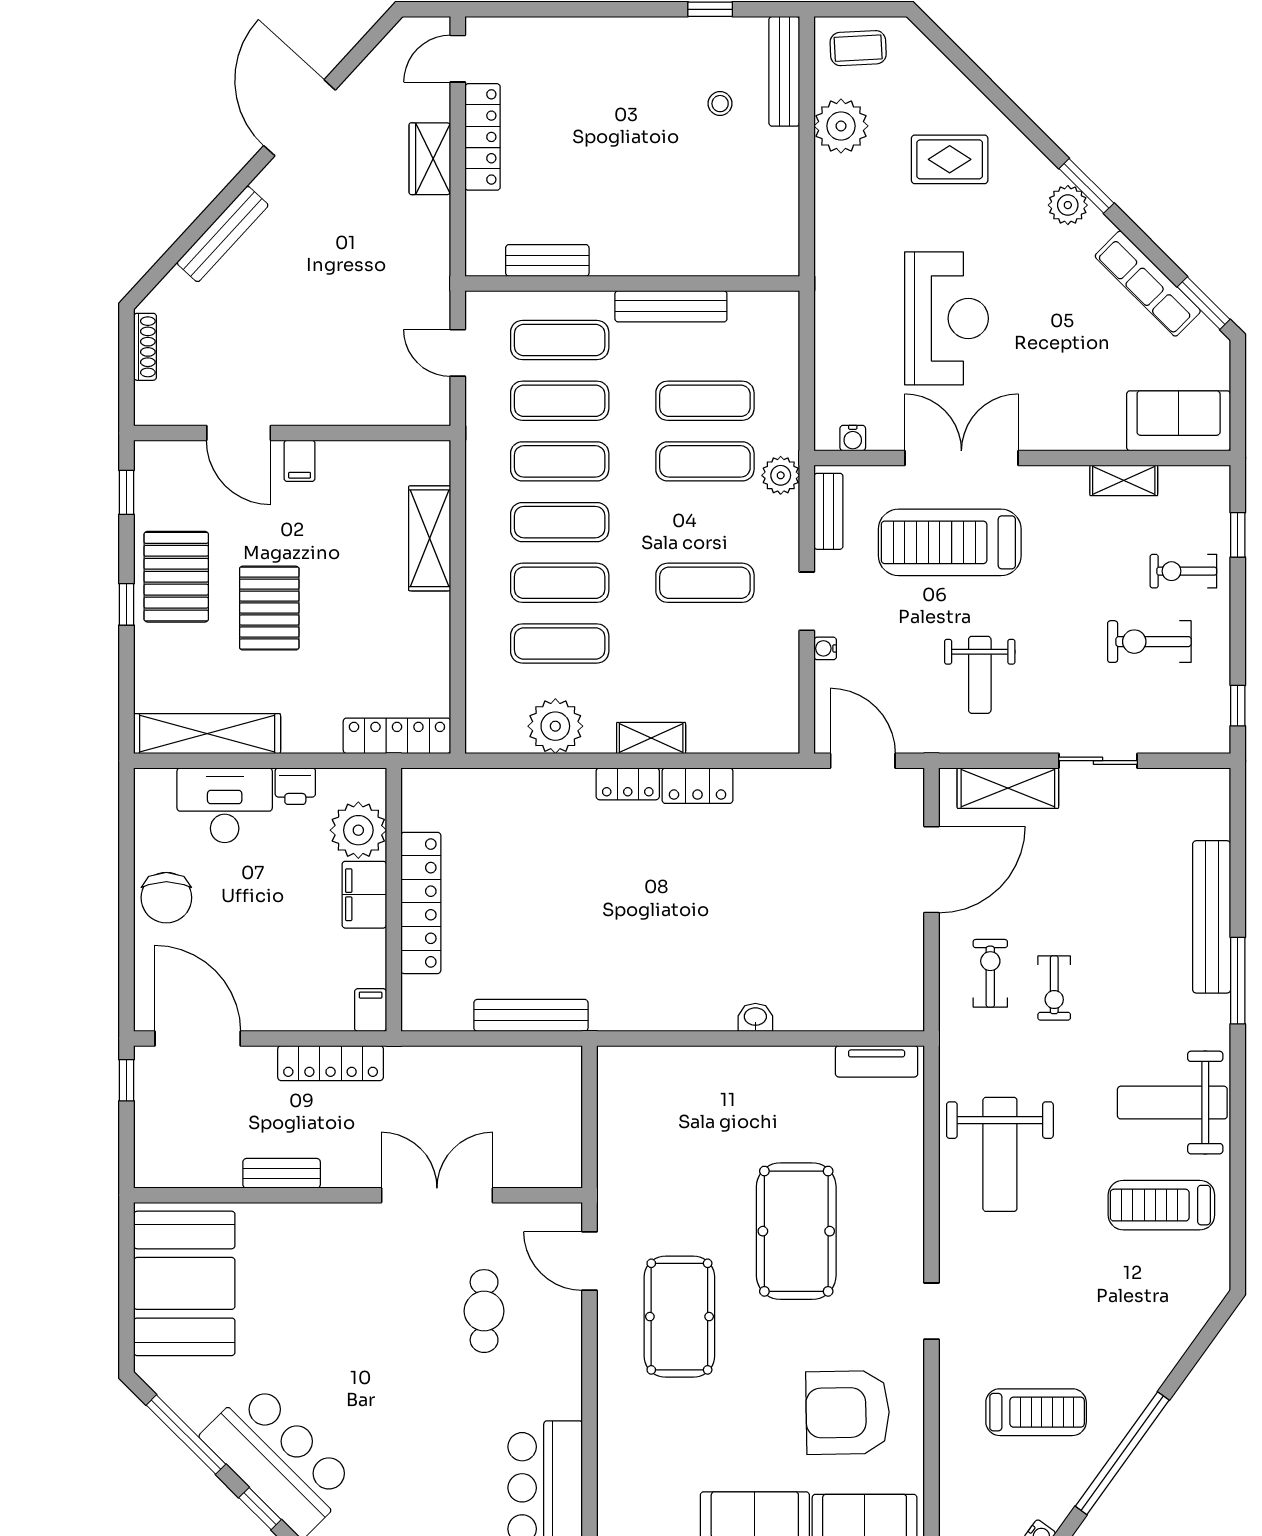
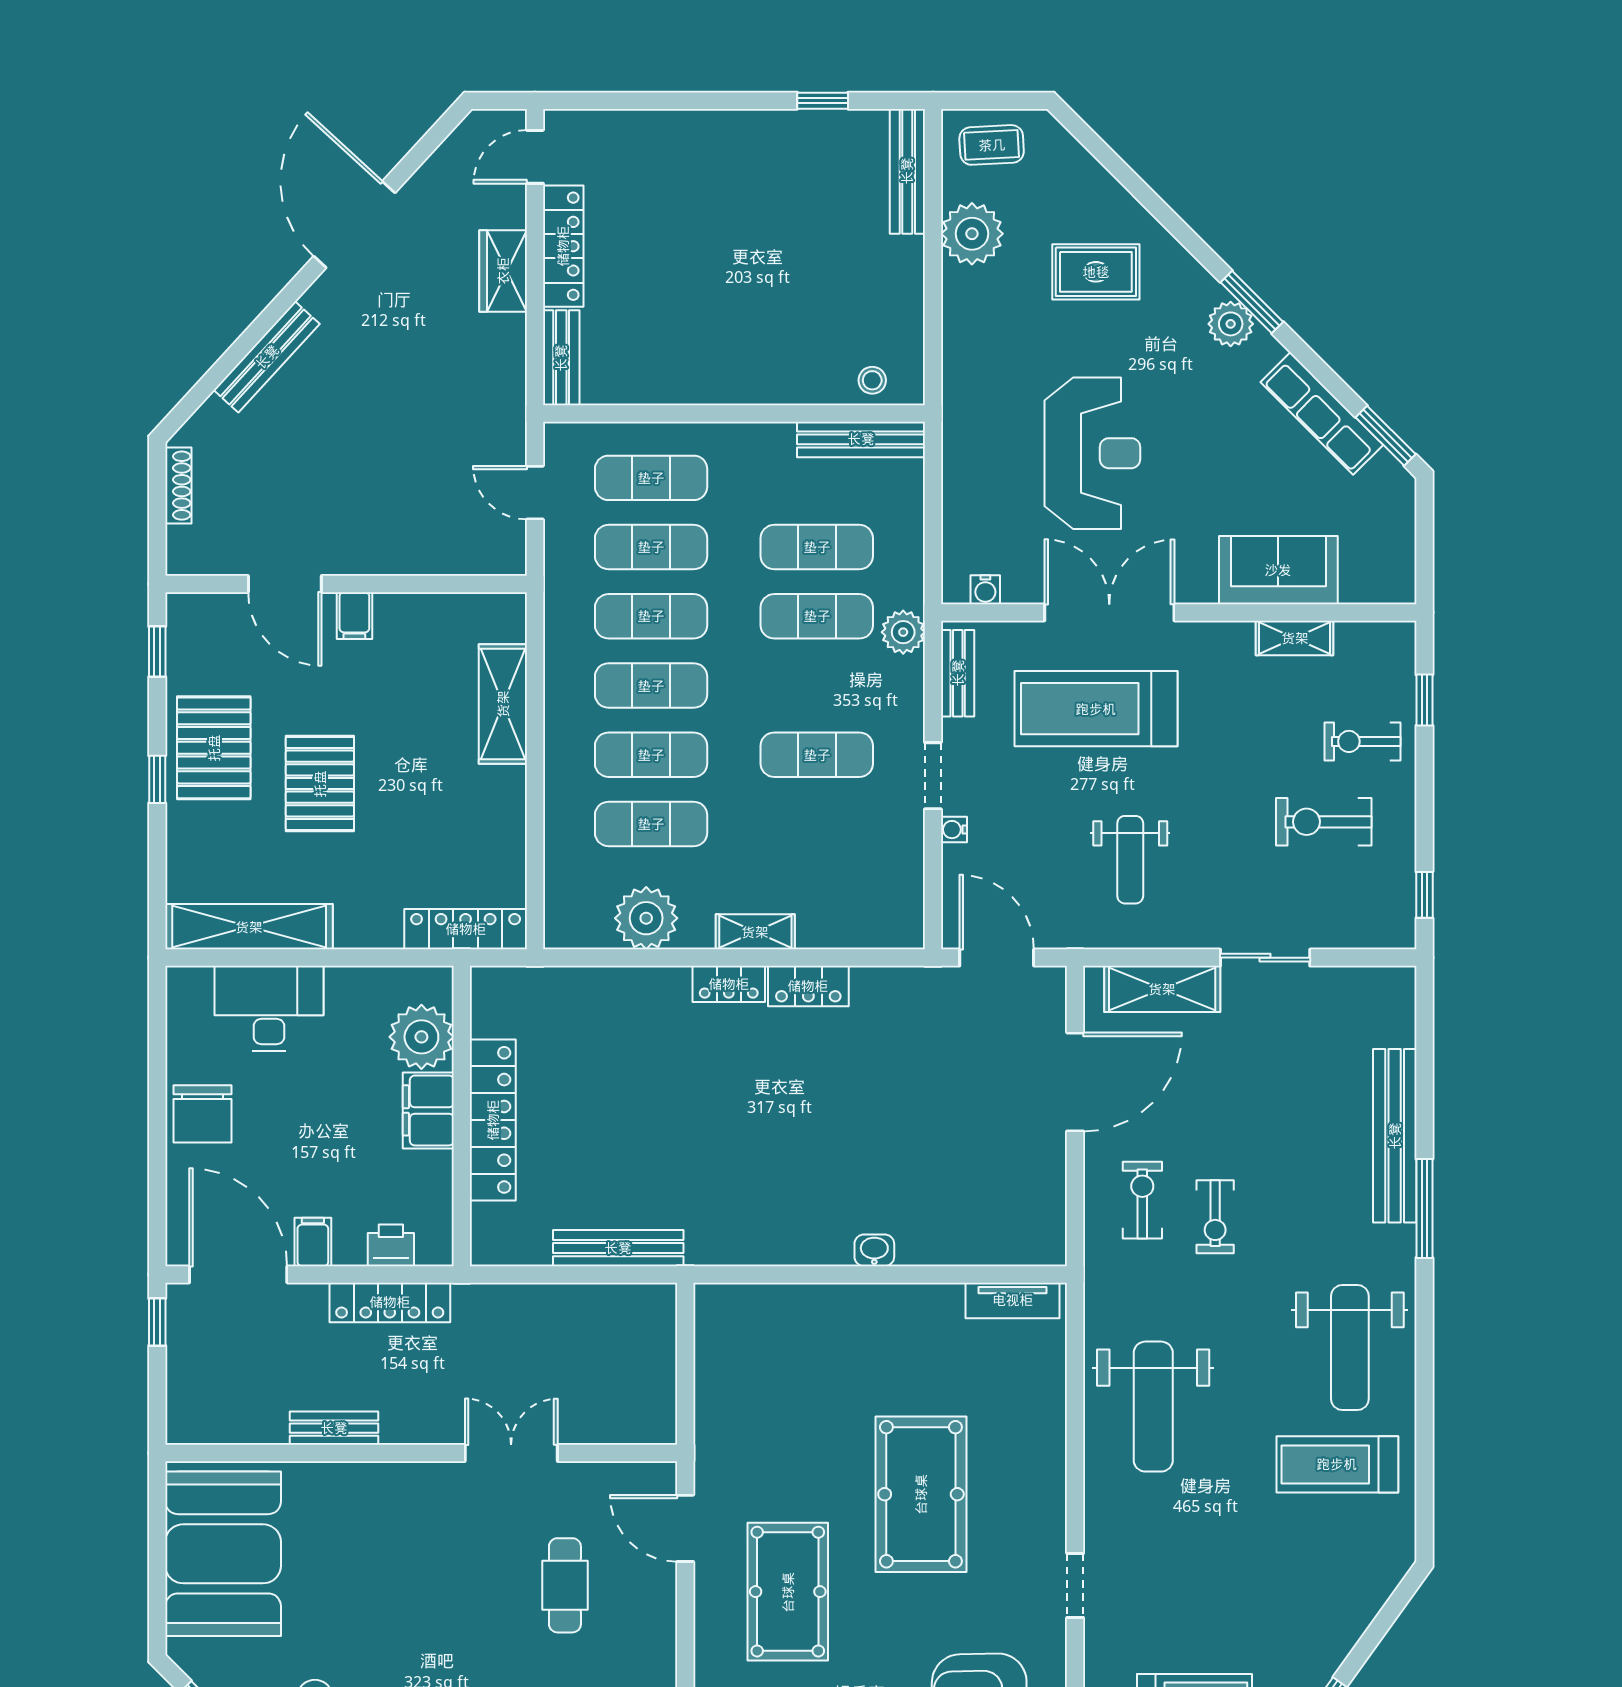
stool: (720, 104) -> (872, 380), moved
bench: (547, 260) -> (561, 358), moved, turned 90
bench: (671, 306) -> (861, 439), moved
sofa: (1179, 421) -> (1278, 570), moved
printer: (295, 786) -> (391, 1245), moved, turned 180
filing cabinet: (371, 1010) -> (313, 1242), moved
weight bench: (1172, 1103) -> (1350, 1347), turned -90
double door: (437, 1195) -> (511, 1453), width x0.73

